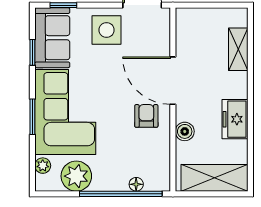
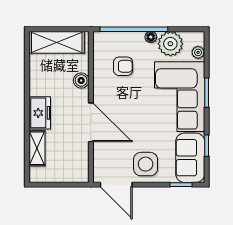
armchair: (146, 116) -> (123, 66), moved, turned -90
freezer: (235, 119) -> (40, 113), moved
floor lamp: (136, 184) -> (151, 37), moved

